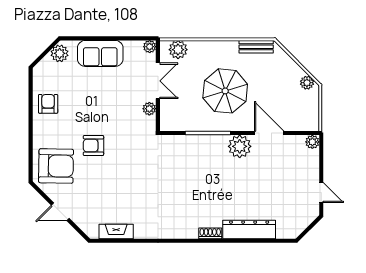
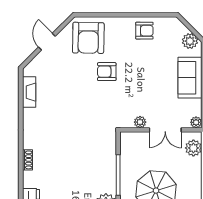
armchair: (93, 145) -> (107, 72), turned -90
shoe rack: (210, 233) -> (27, 160), moved

